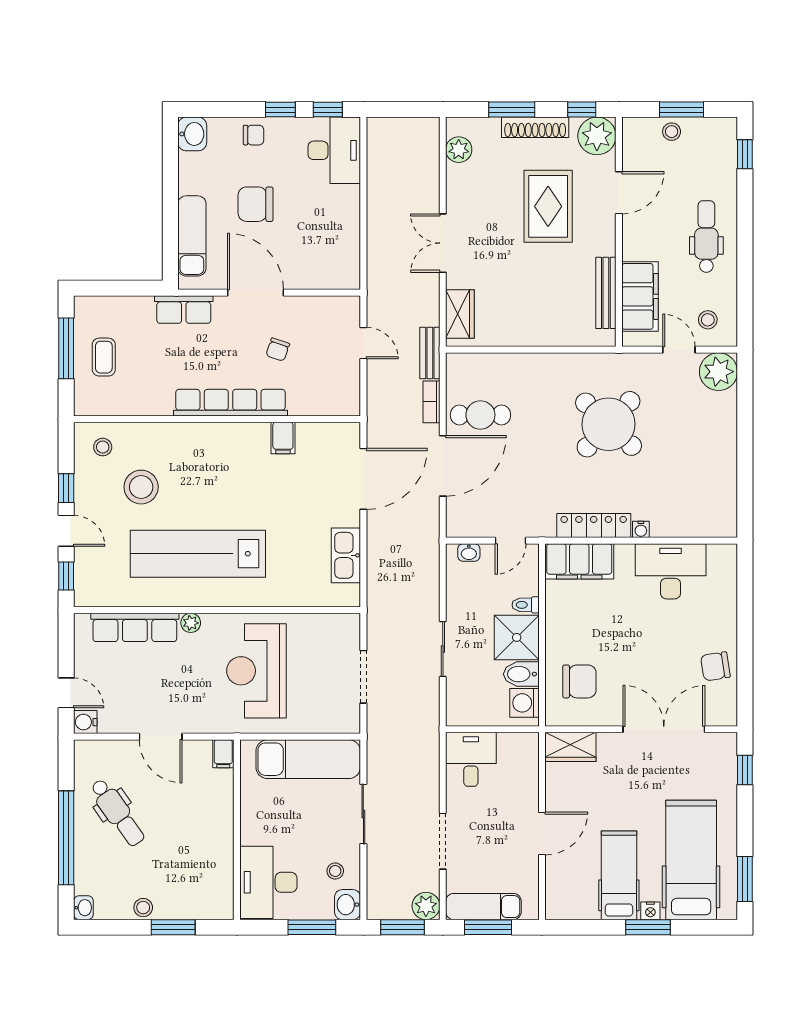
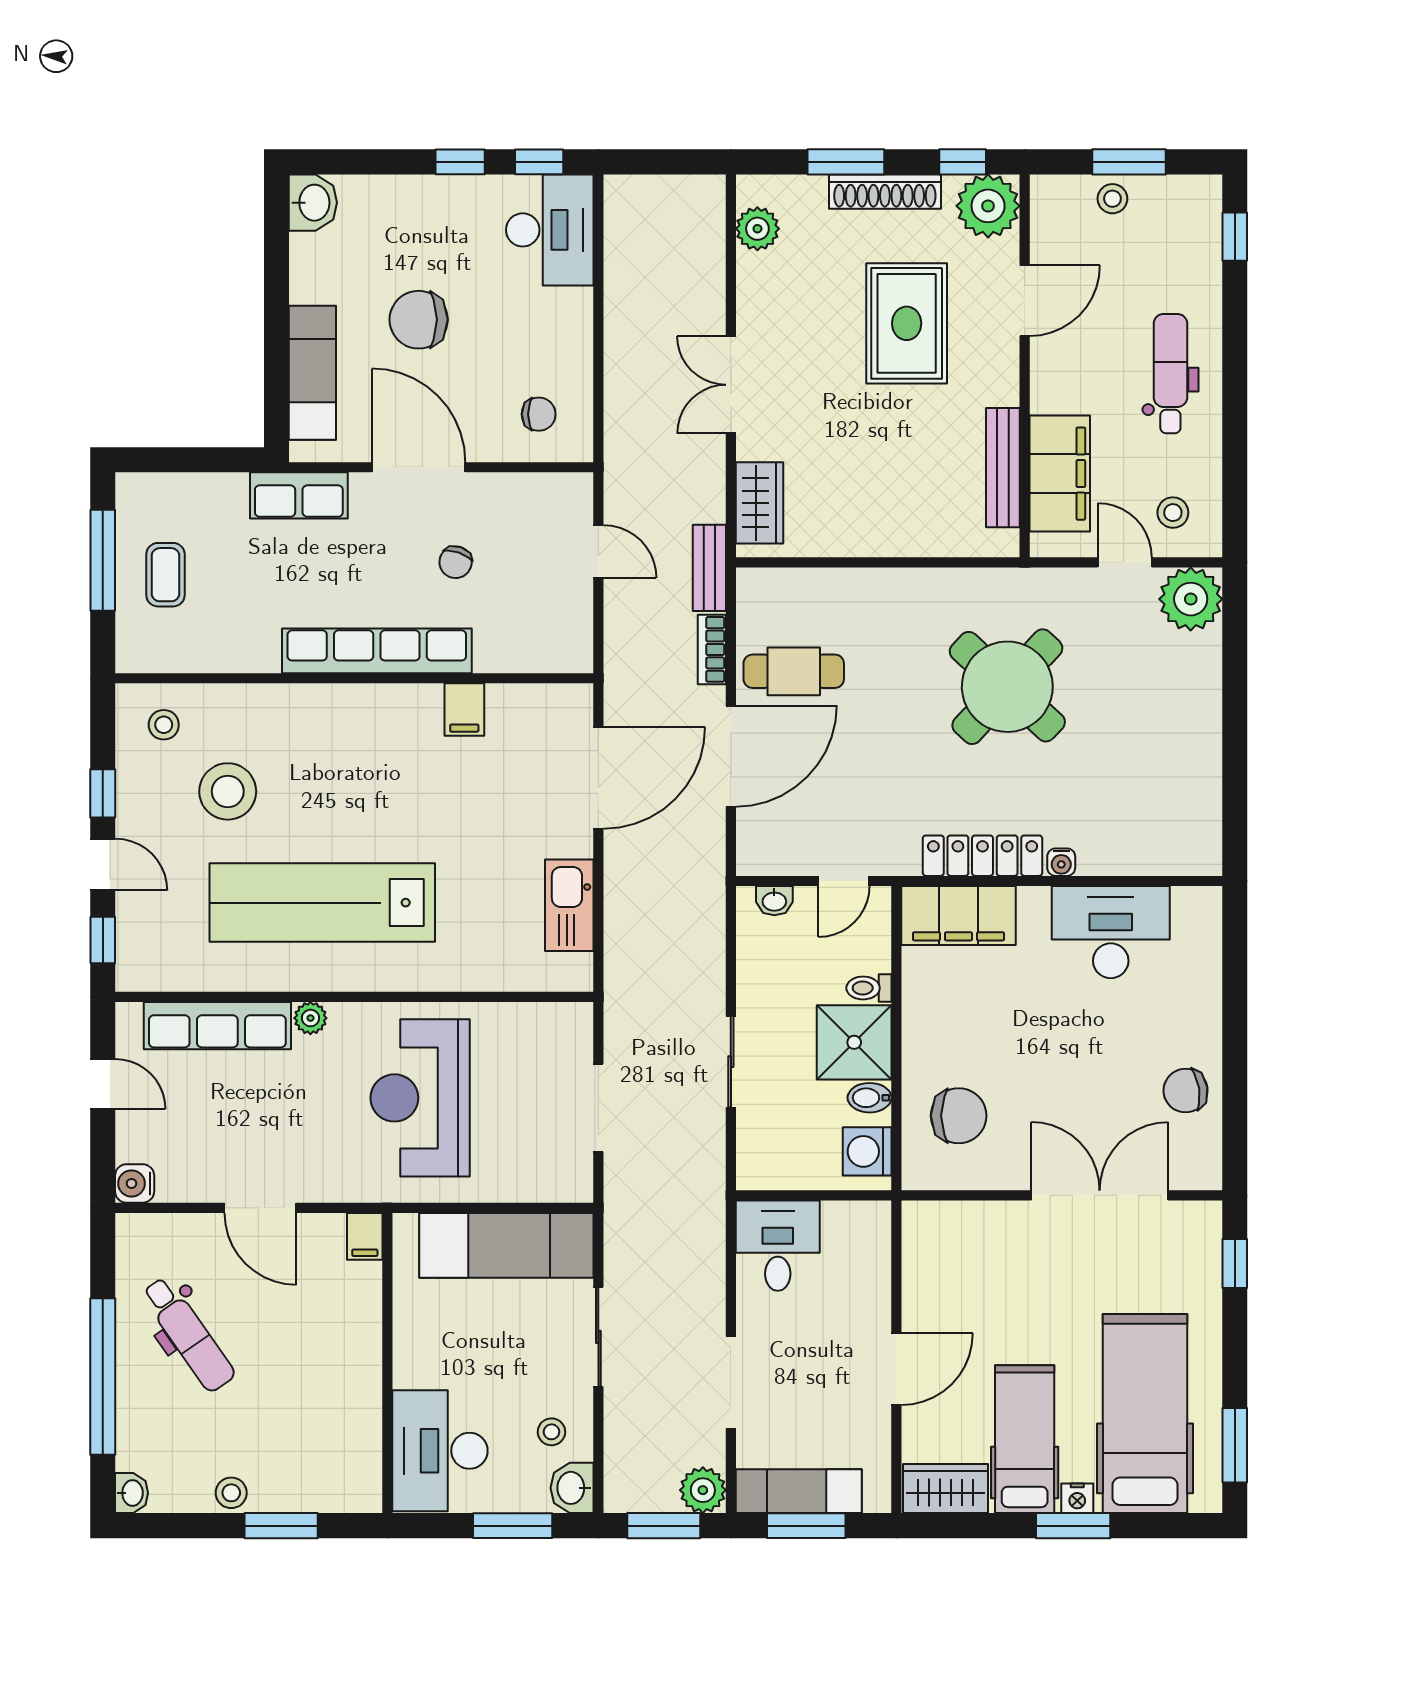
chair: (254, 135) -> (539, 414), moved
bidet: (521, 674) -> (870, 1098), width x0.72, depth x0.74
door: (66, 693) -> (103, 1084), moved
wardrobe: (570, 747) -> (945, 1489), moved, turned 180

